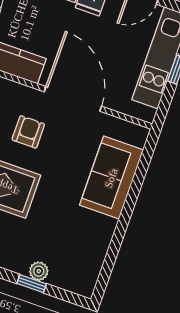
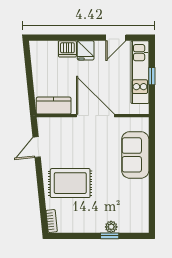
armchair: (28, 132) -> (75, 145), removed

